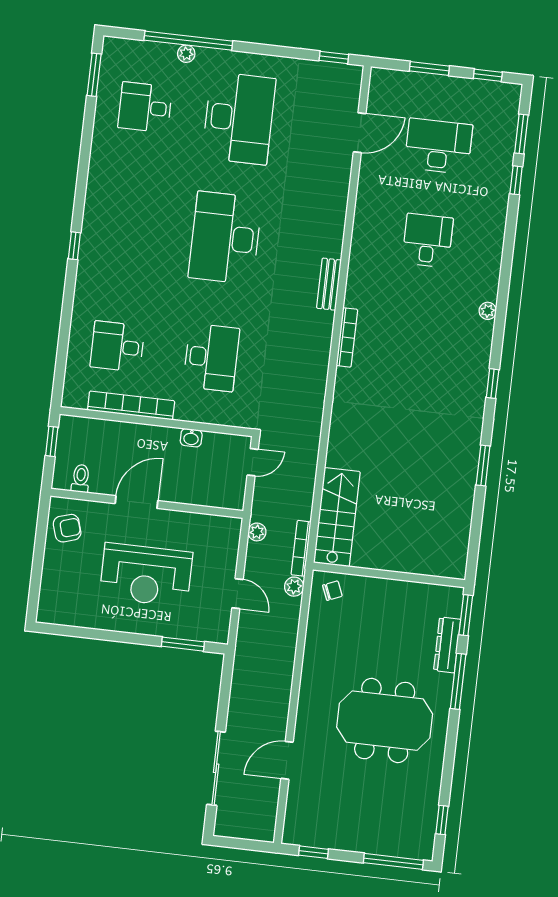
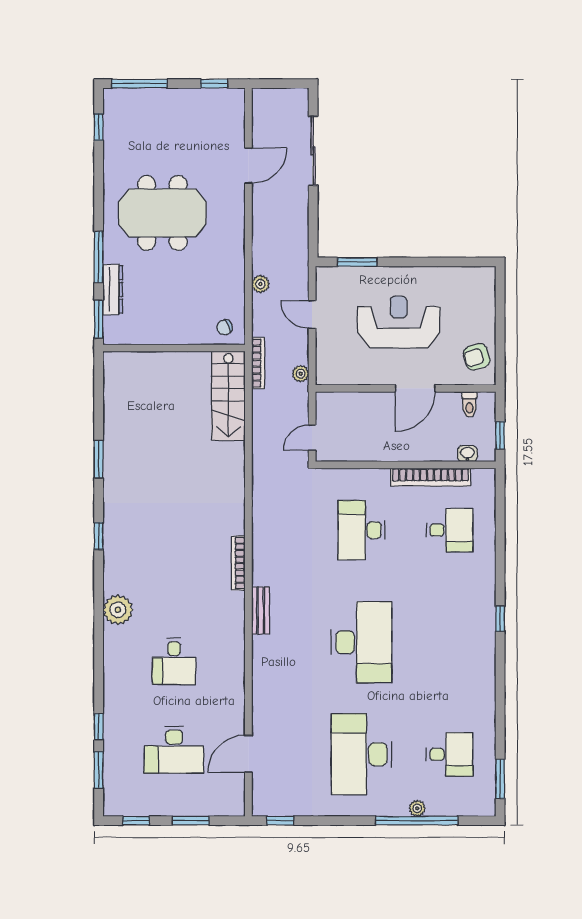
plant: (488, 311) -> (118, 610), width x1.88, depth x1.88
washbasin: (191, 438) -> (467, 454), moved
plant: (294, 587) -> (260, 284), moved

